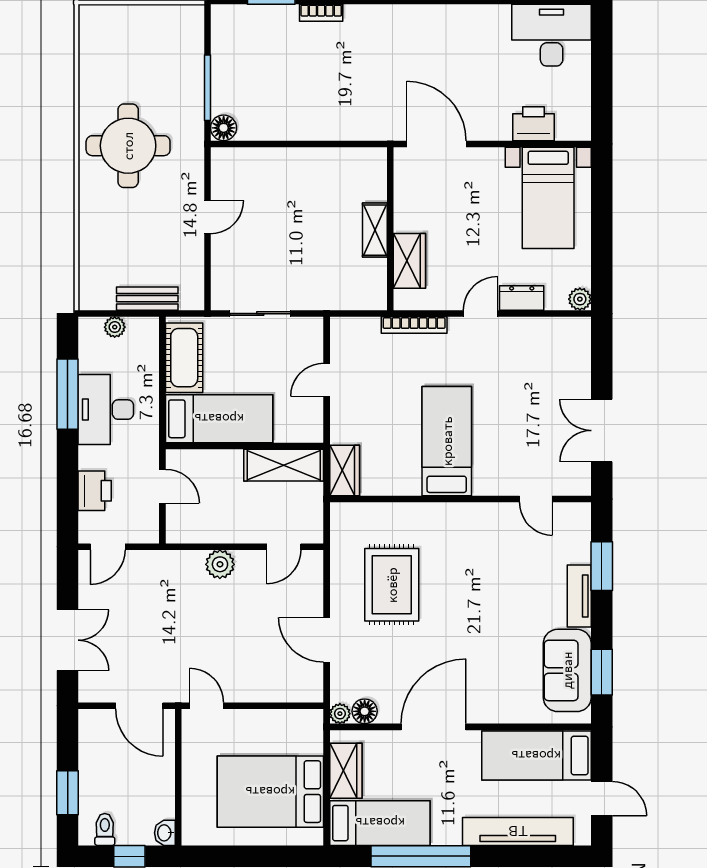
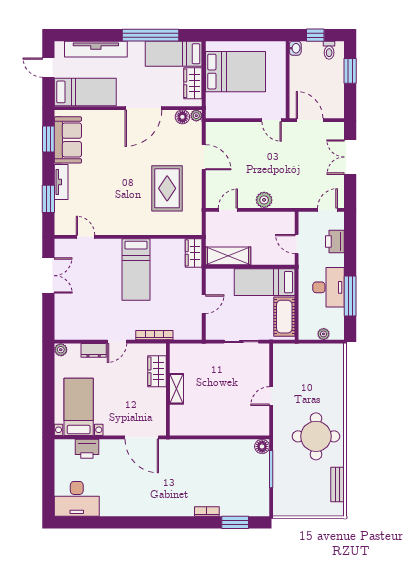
bench: (147, 299) -> (338, 485), moved, turned 90

